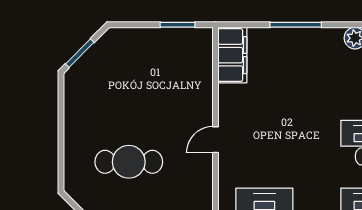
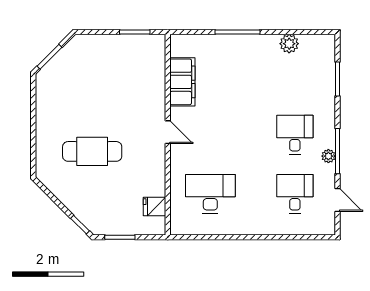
filing cabinet: (232, 55) -> (182, 82), moved
door: (215, 140) -> (168, 132), swing flipped

